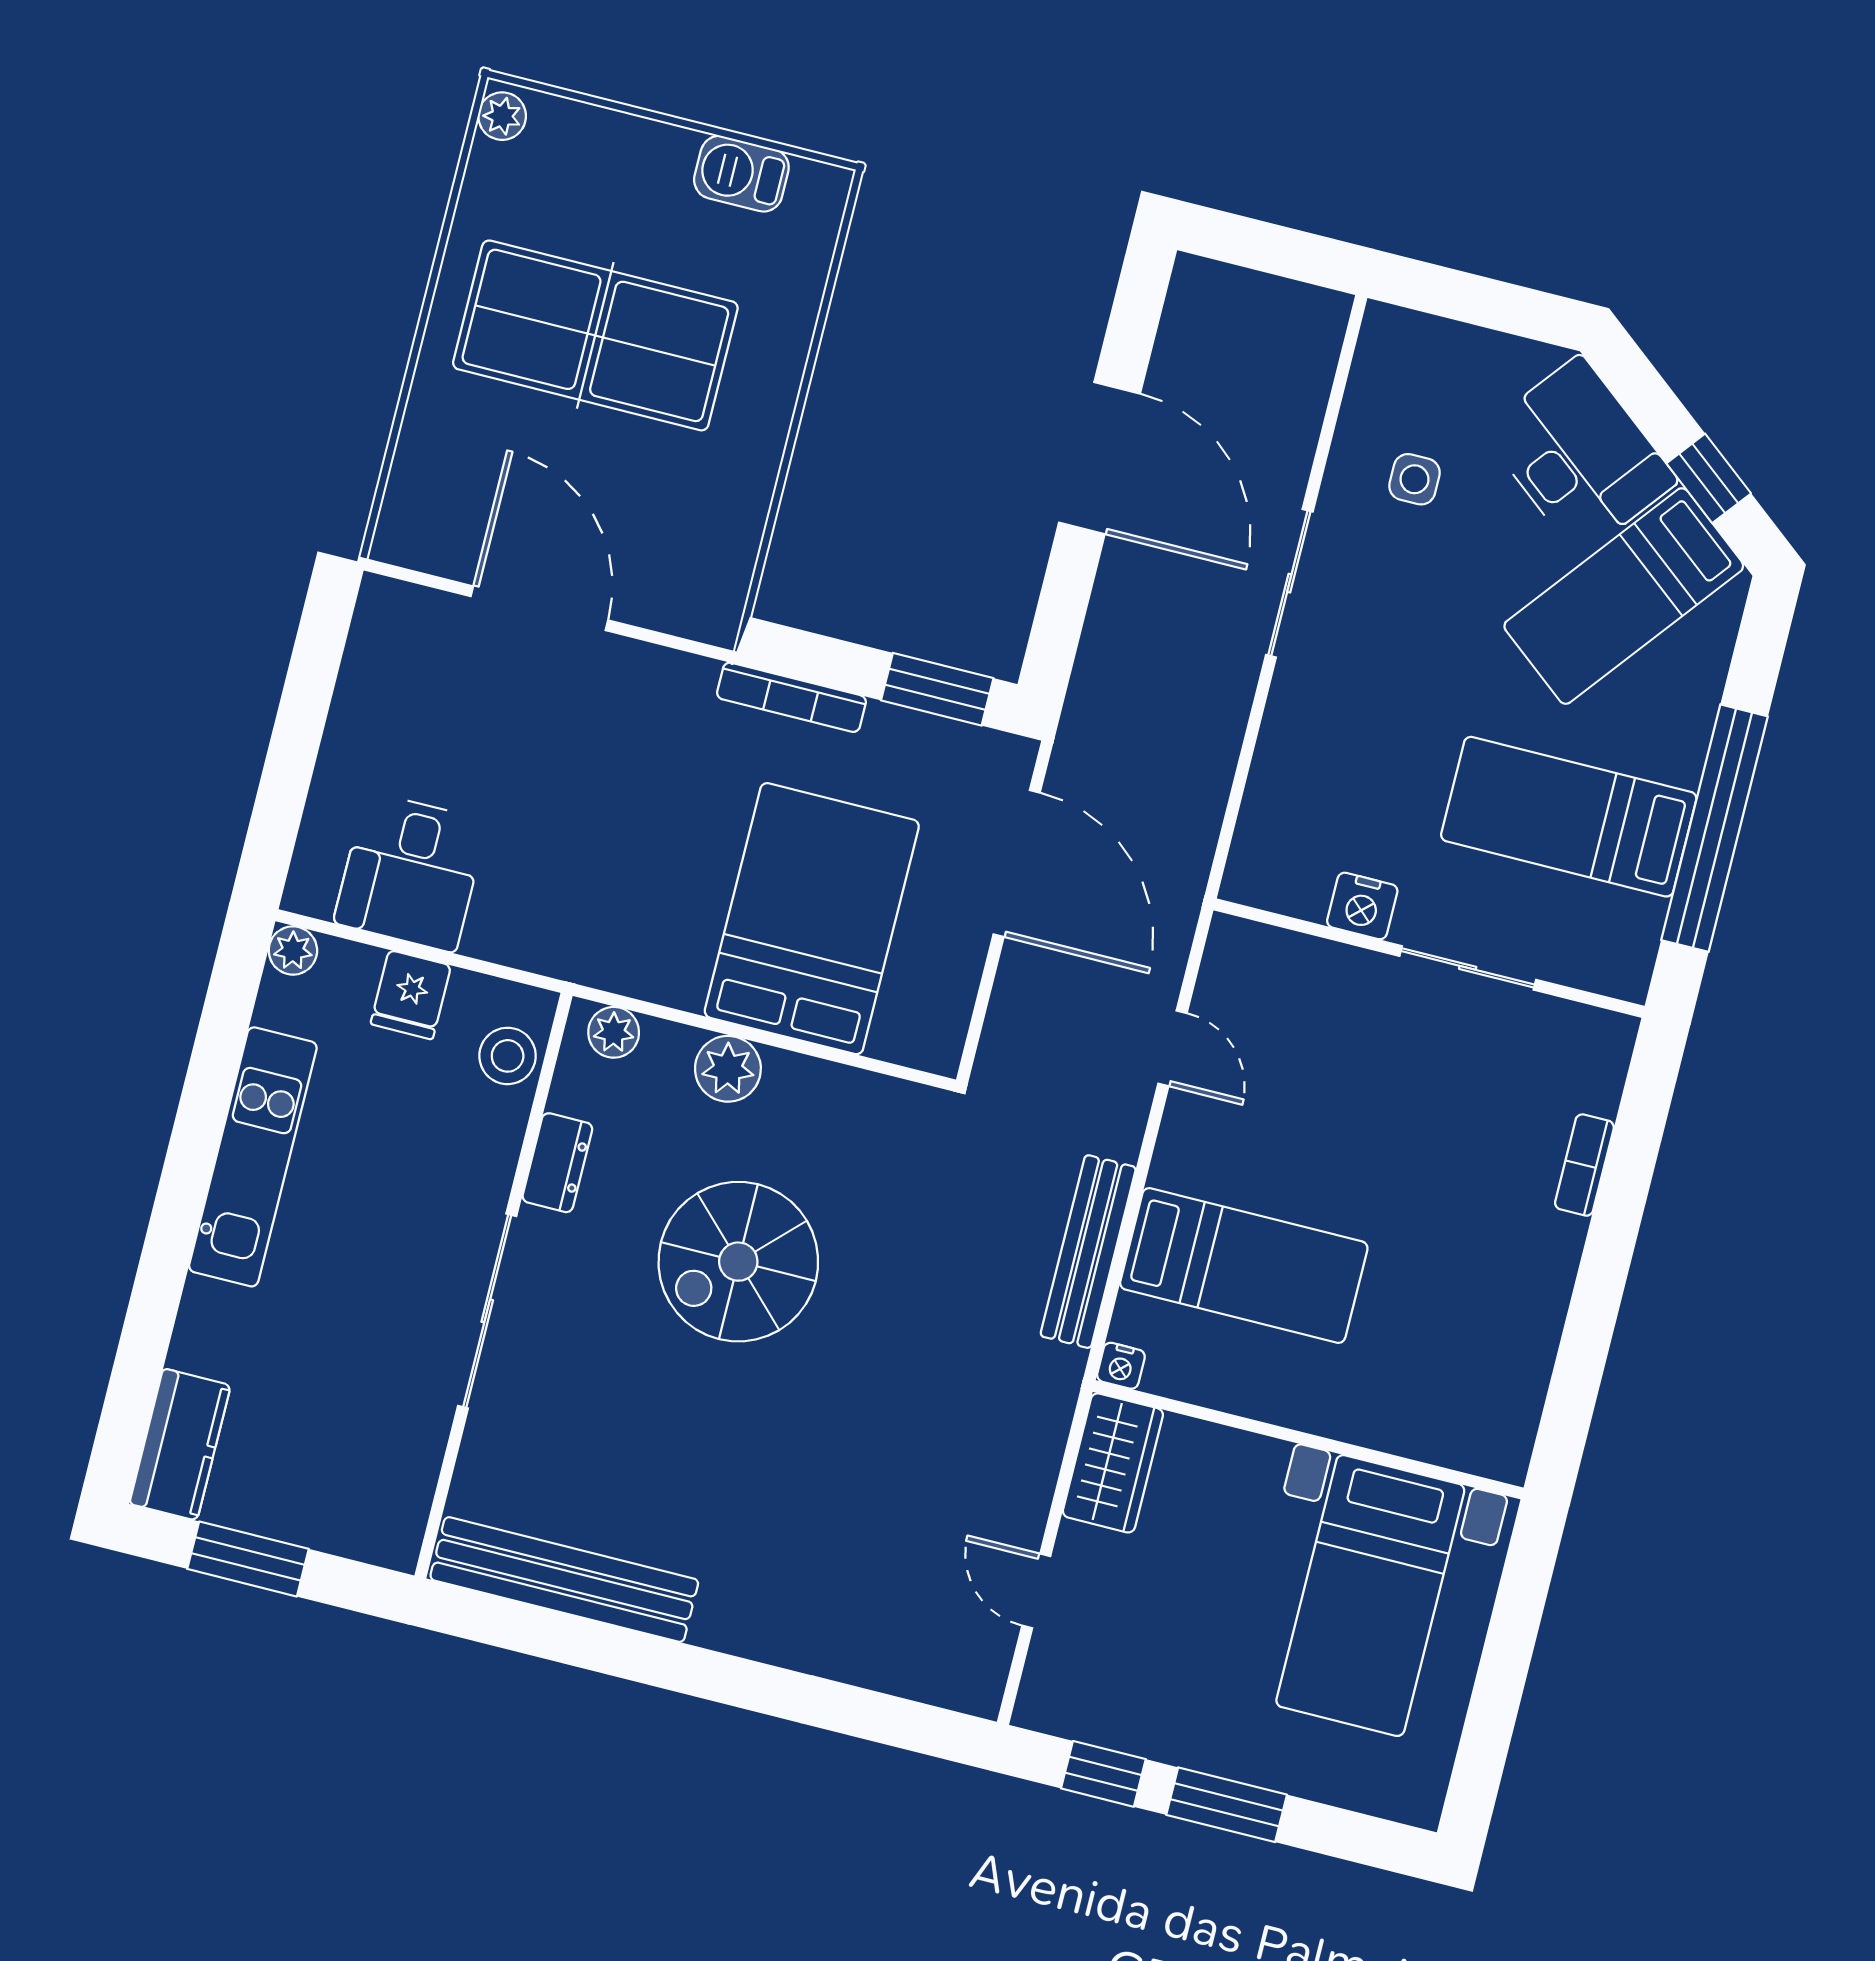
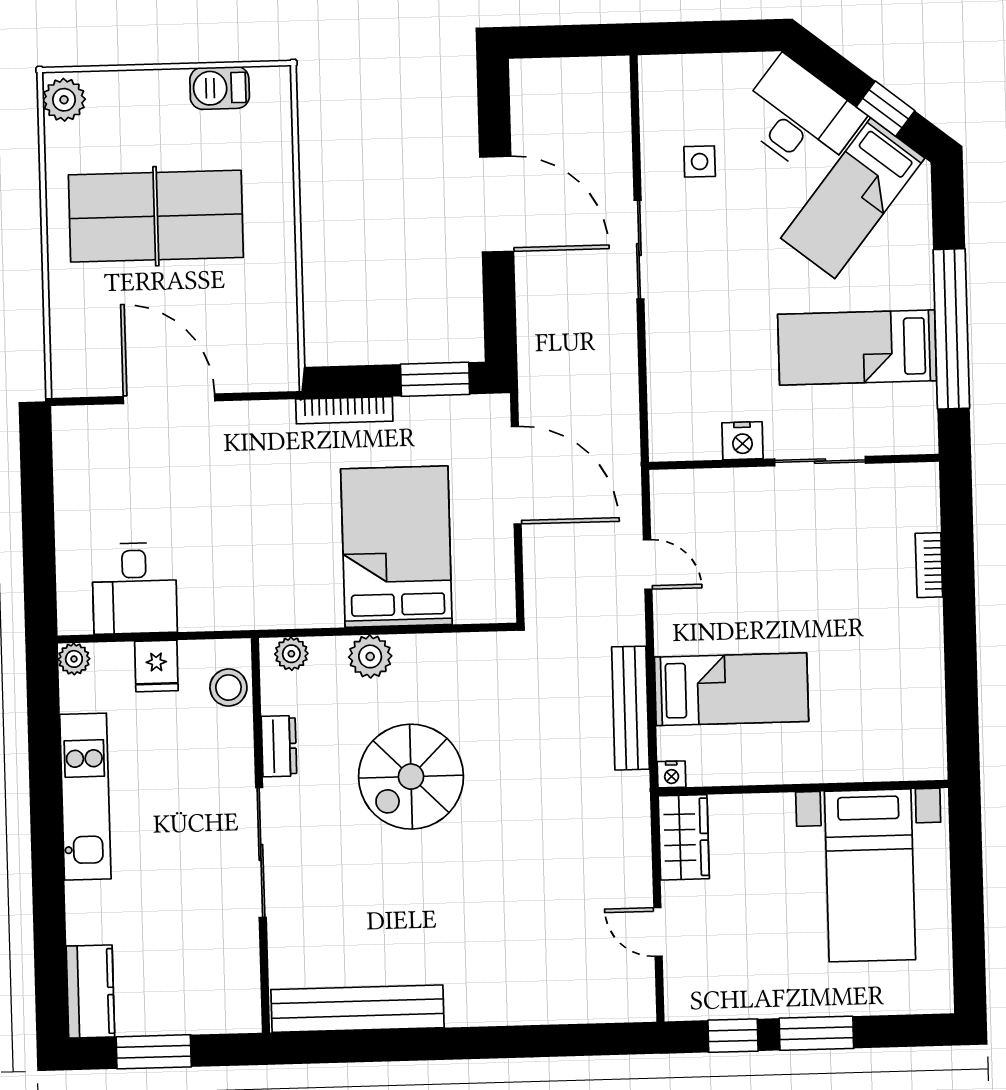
plant: (502, 116) -> (64, 100), width x1.38, depth x1.38

